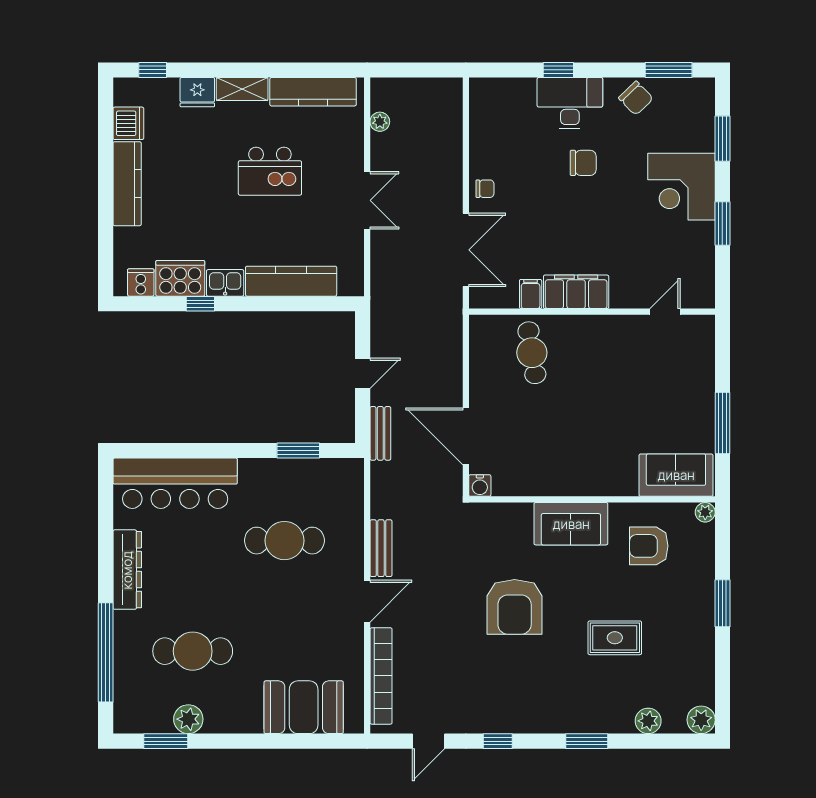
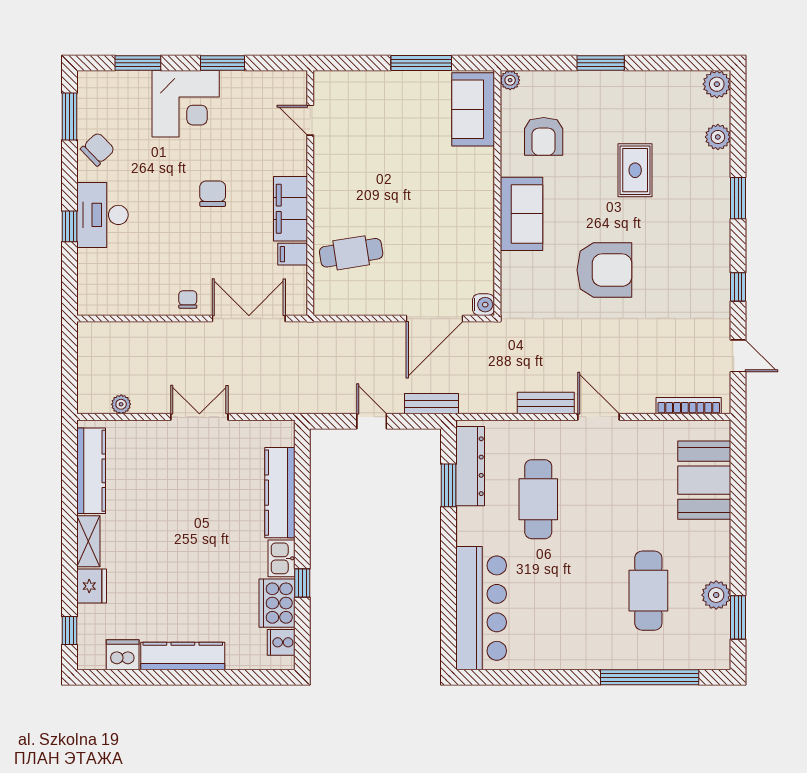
chair: (583, 163) -> (213, 194), moved
kitchen island: (270, 171) -> (170, 514), removed
dresser: (127, 570) -> (470, 466), moved, turned 90
bookcase: (381, 676) -> (689, 406), width x0.68, depth x0.76

